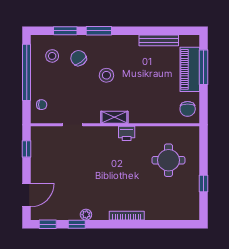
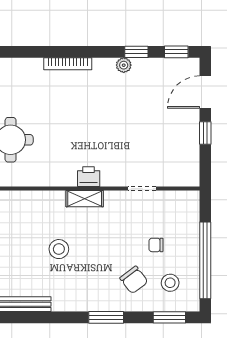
window: (65, 31) -> (169, 317), moved
stool: (106, 75) -> (59, 249), moved
chair: (42, 105) -> (156, 245), moved
printer: (127, 133) -> (89, 177), moved
window: (27, 149) -> (205, 133), moved

